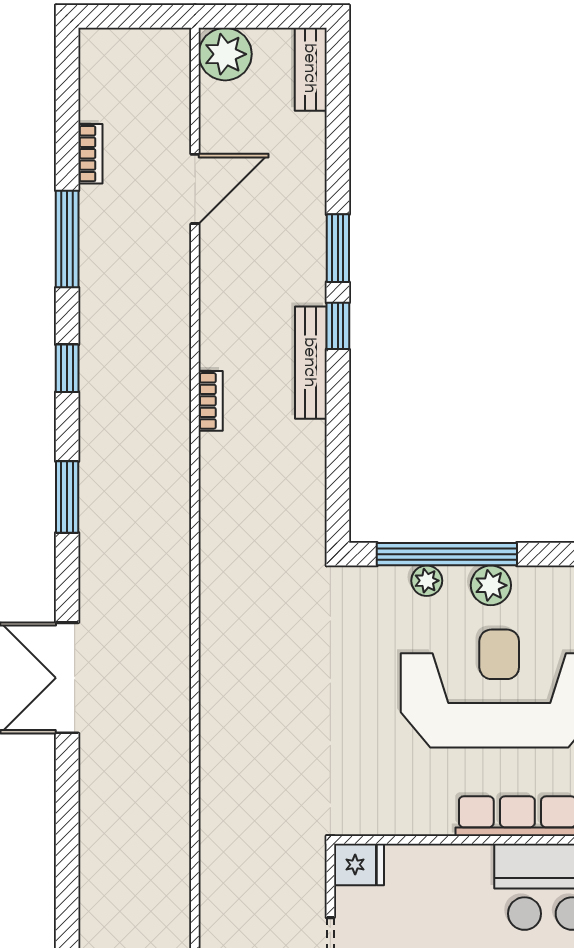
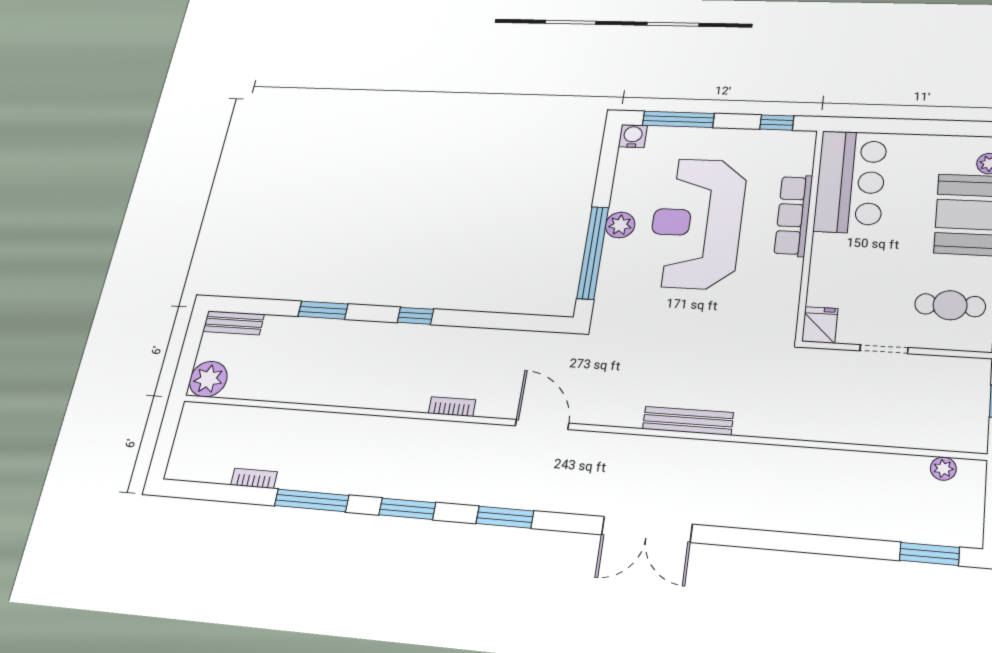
door: (195, 189) -> (542, 425), moved
window: (338, 248) -> (323, 310), moved
bench: (311, 363) -> (688, 421), moved
window: (67, 368) -> (407, 509), width x1.50
plant: (427, 581) -> (610, 267), removed

